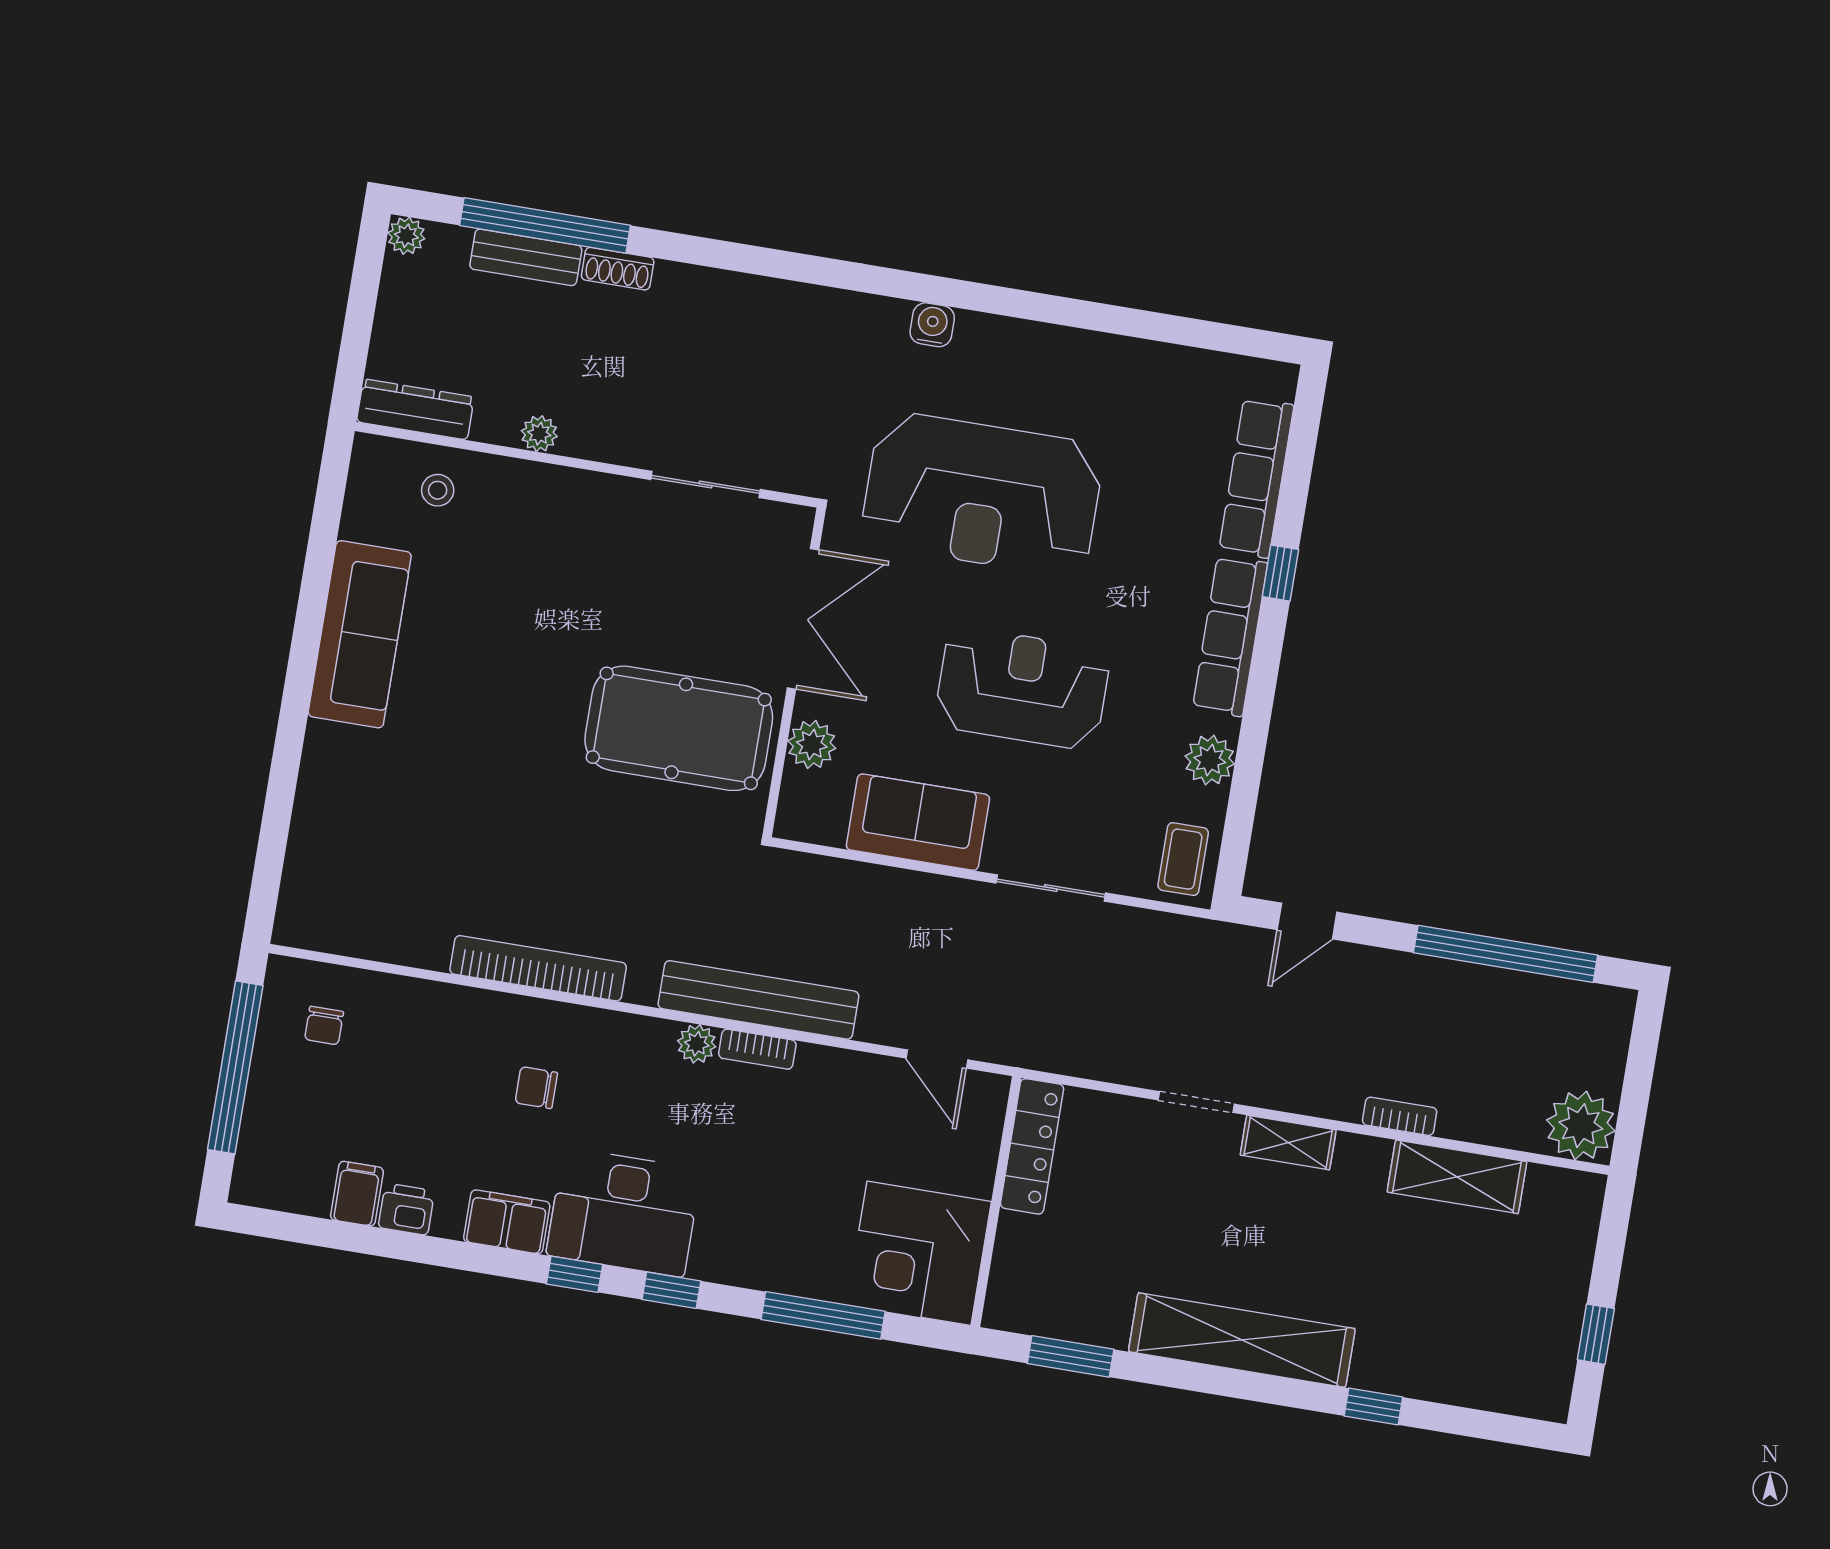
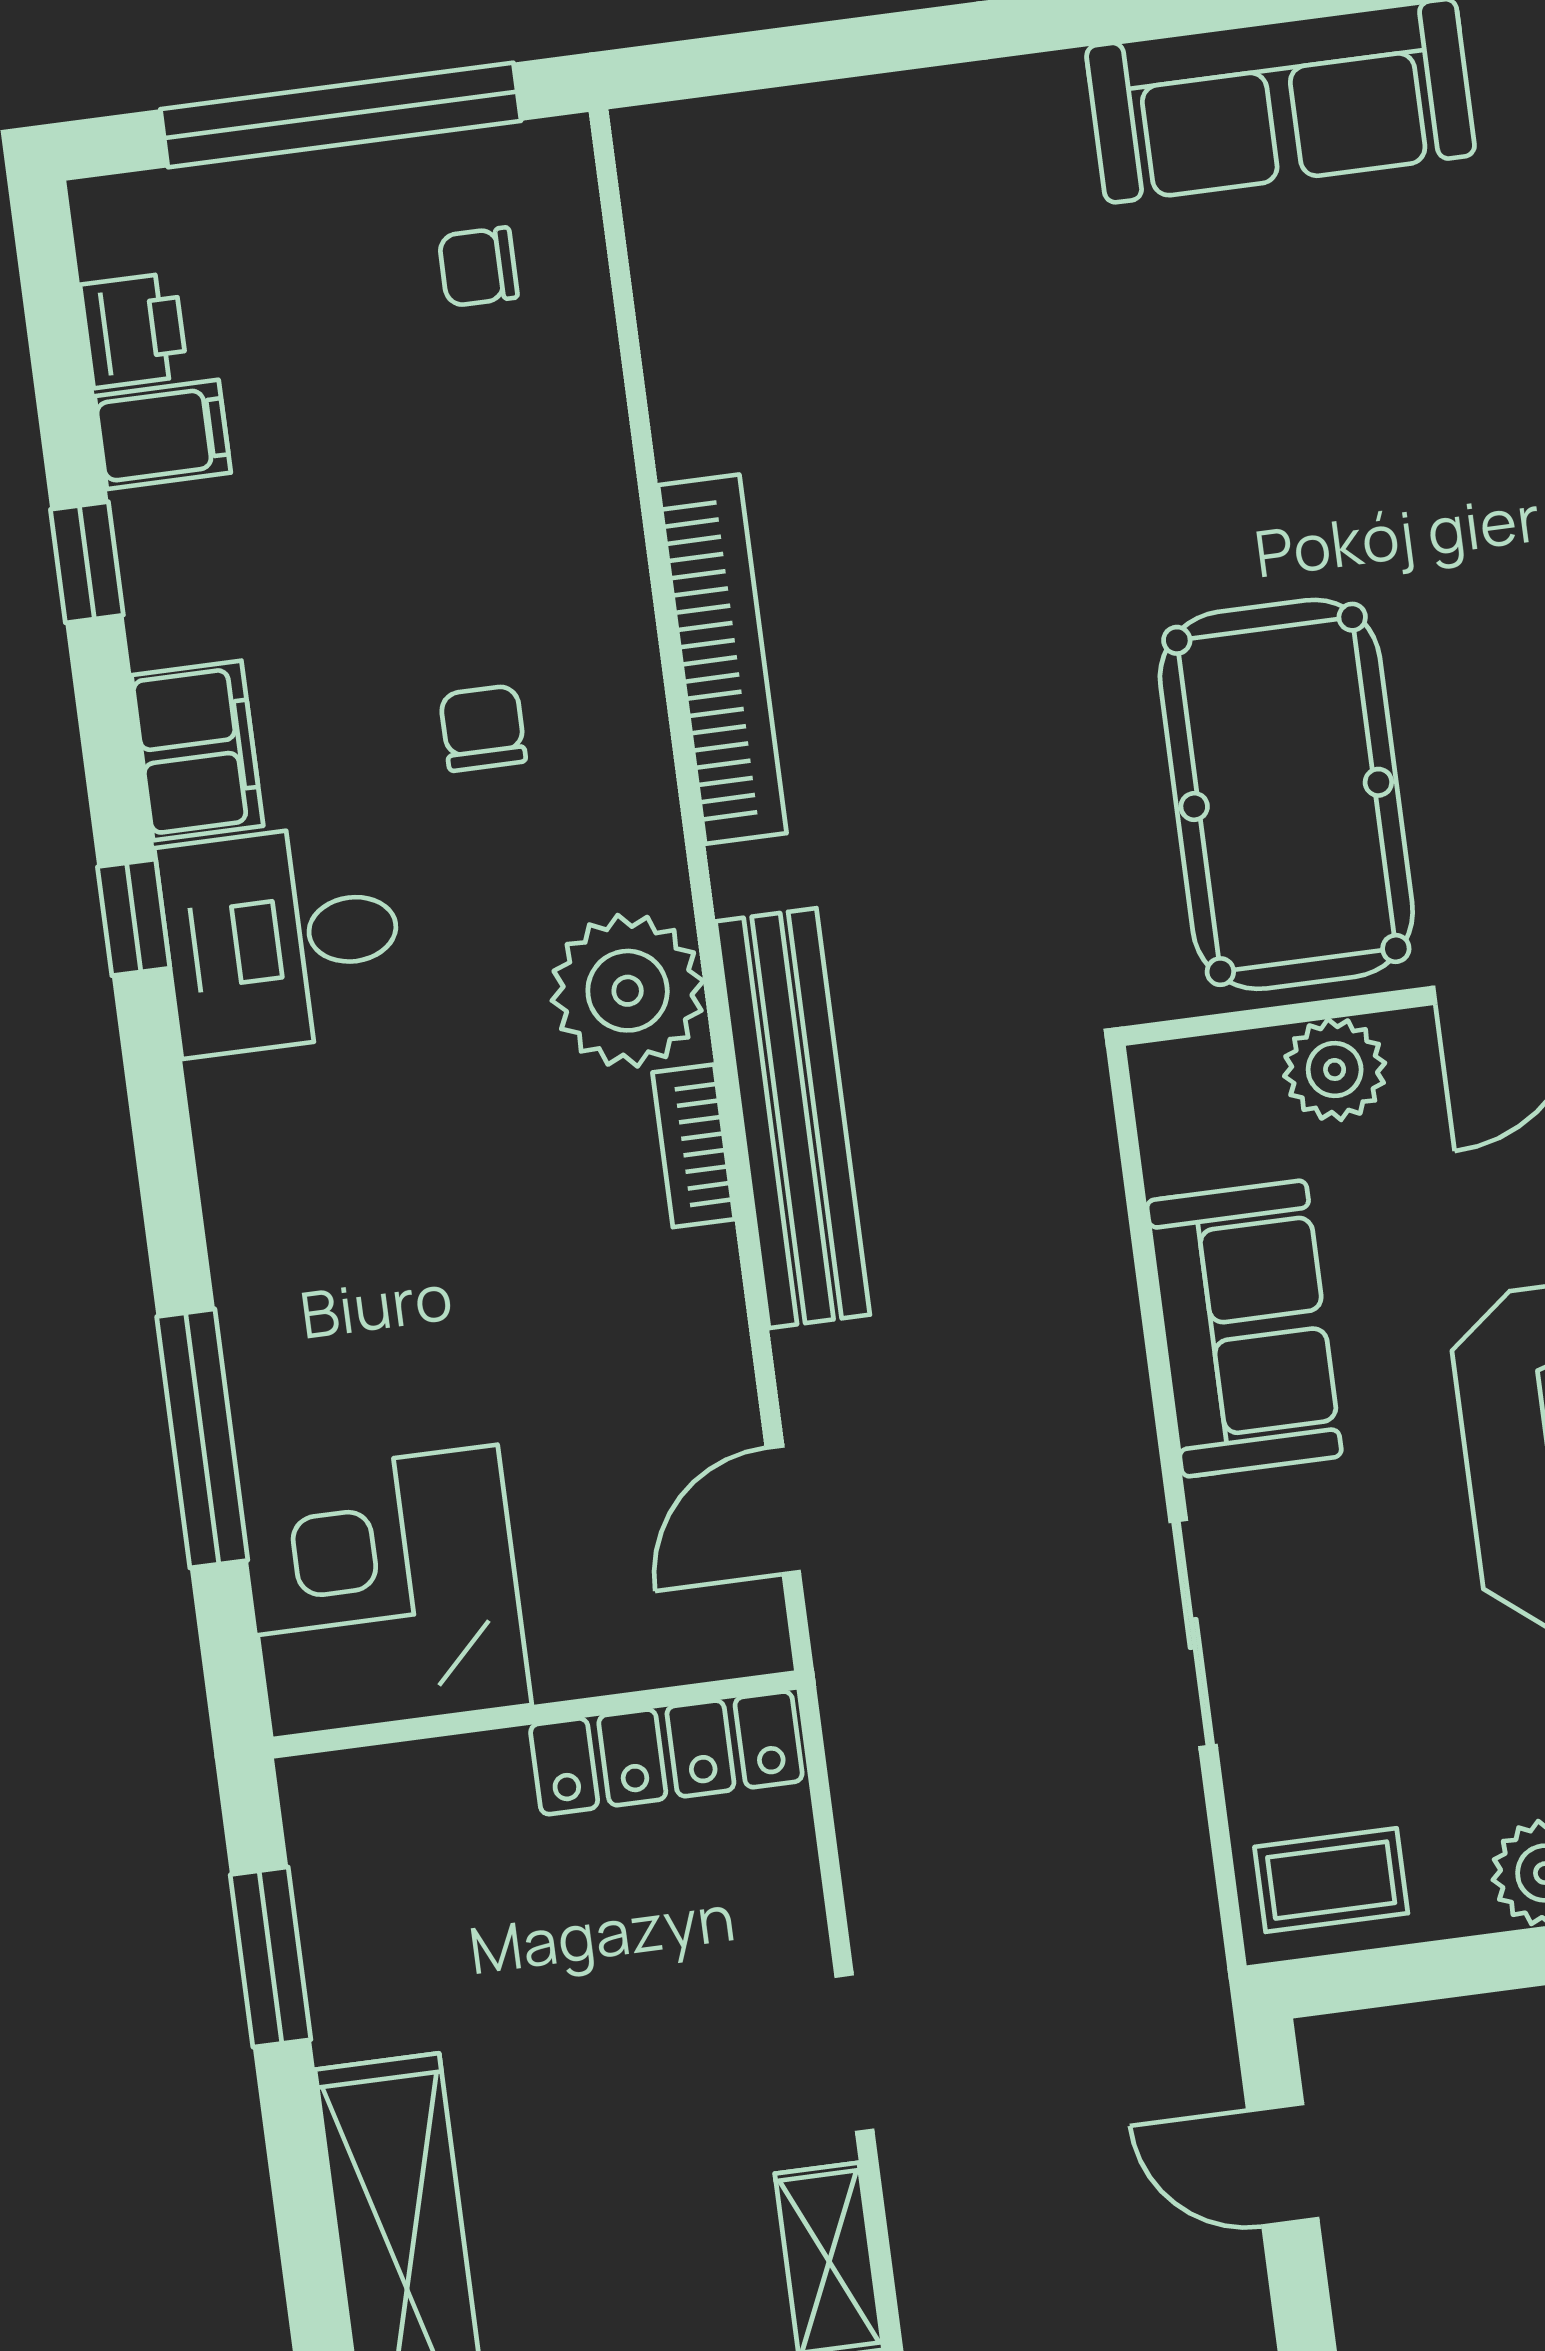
plant: (697, 1044) -> (628, 991), width x1.87, depth x1.87
printer: (406, 1209) -> (134, 330), moved
desk: (624, 1212) -> (282, 939), width x0.73
window: (671, 1290) -> (87, 562), moved

